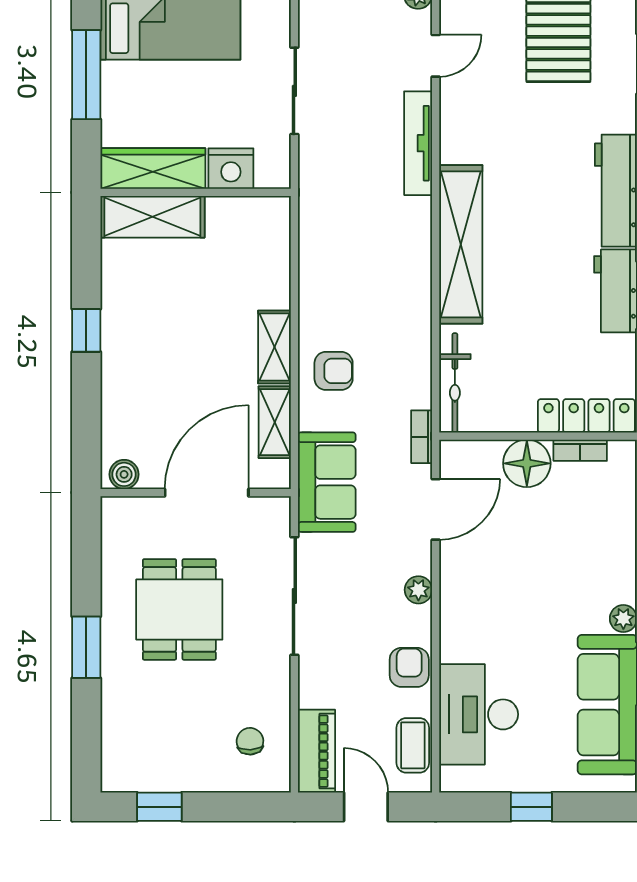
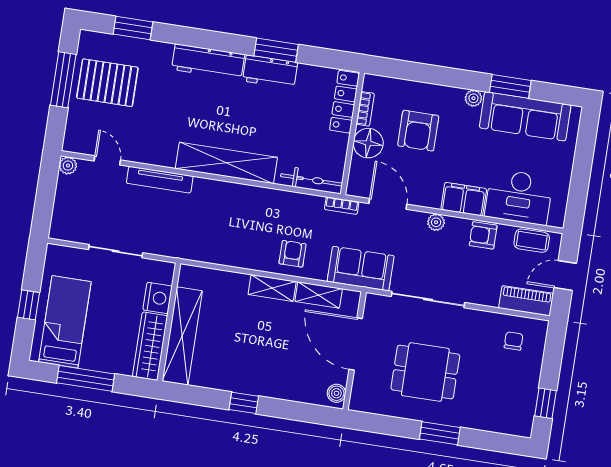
shelving: (152, 217) -> (182, 336), width x1.47
armchair: (559, 539) -> (418, 131), added
filing cabinet: (462, 628) -> (464, 199), added
chair: (250, 741) -> (514, 341), turned 93
window: (531, 807) -> (581, 173), removed

